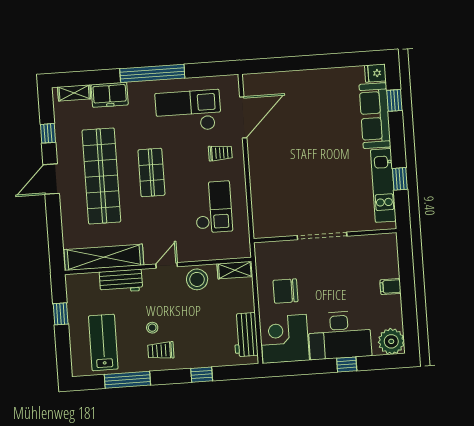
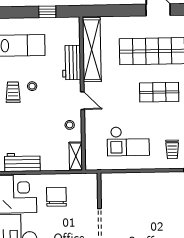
stool: (197, 279) -> (70, 125), width x0.53, depth x0.53

